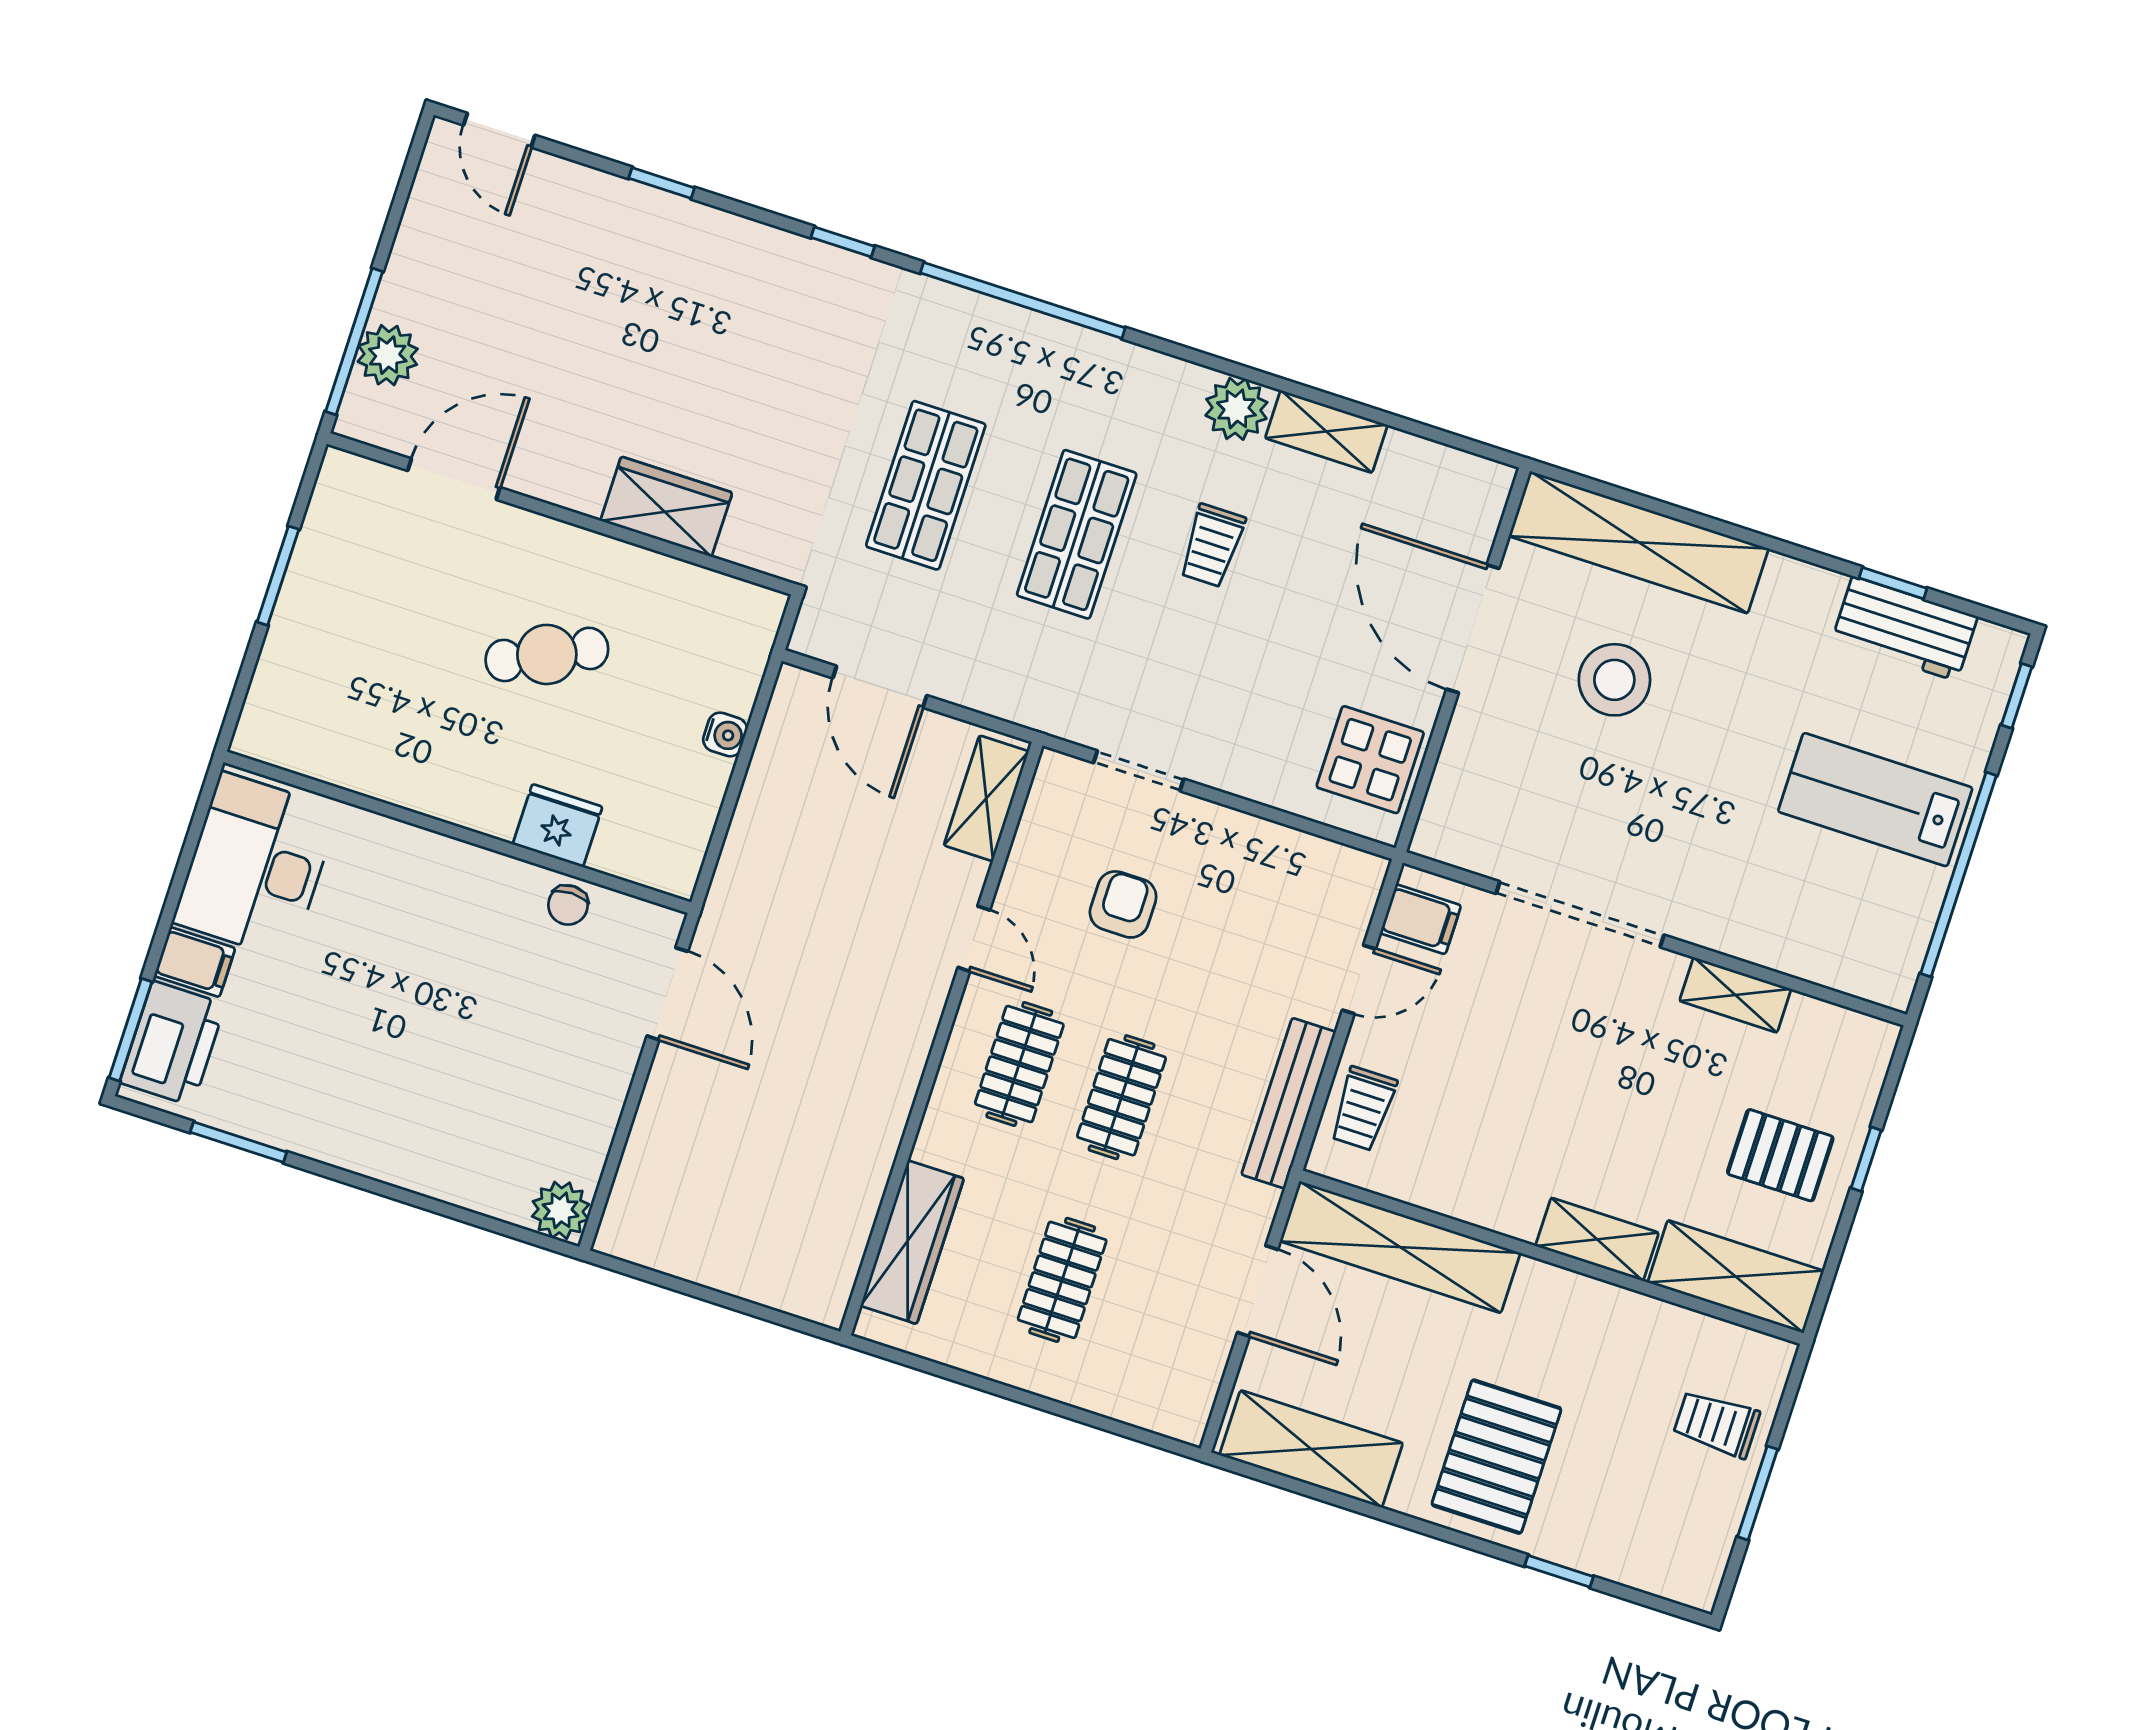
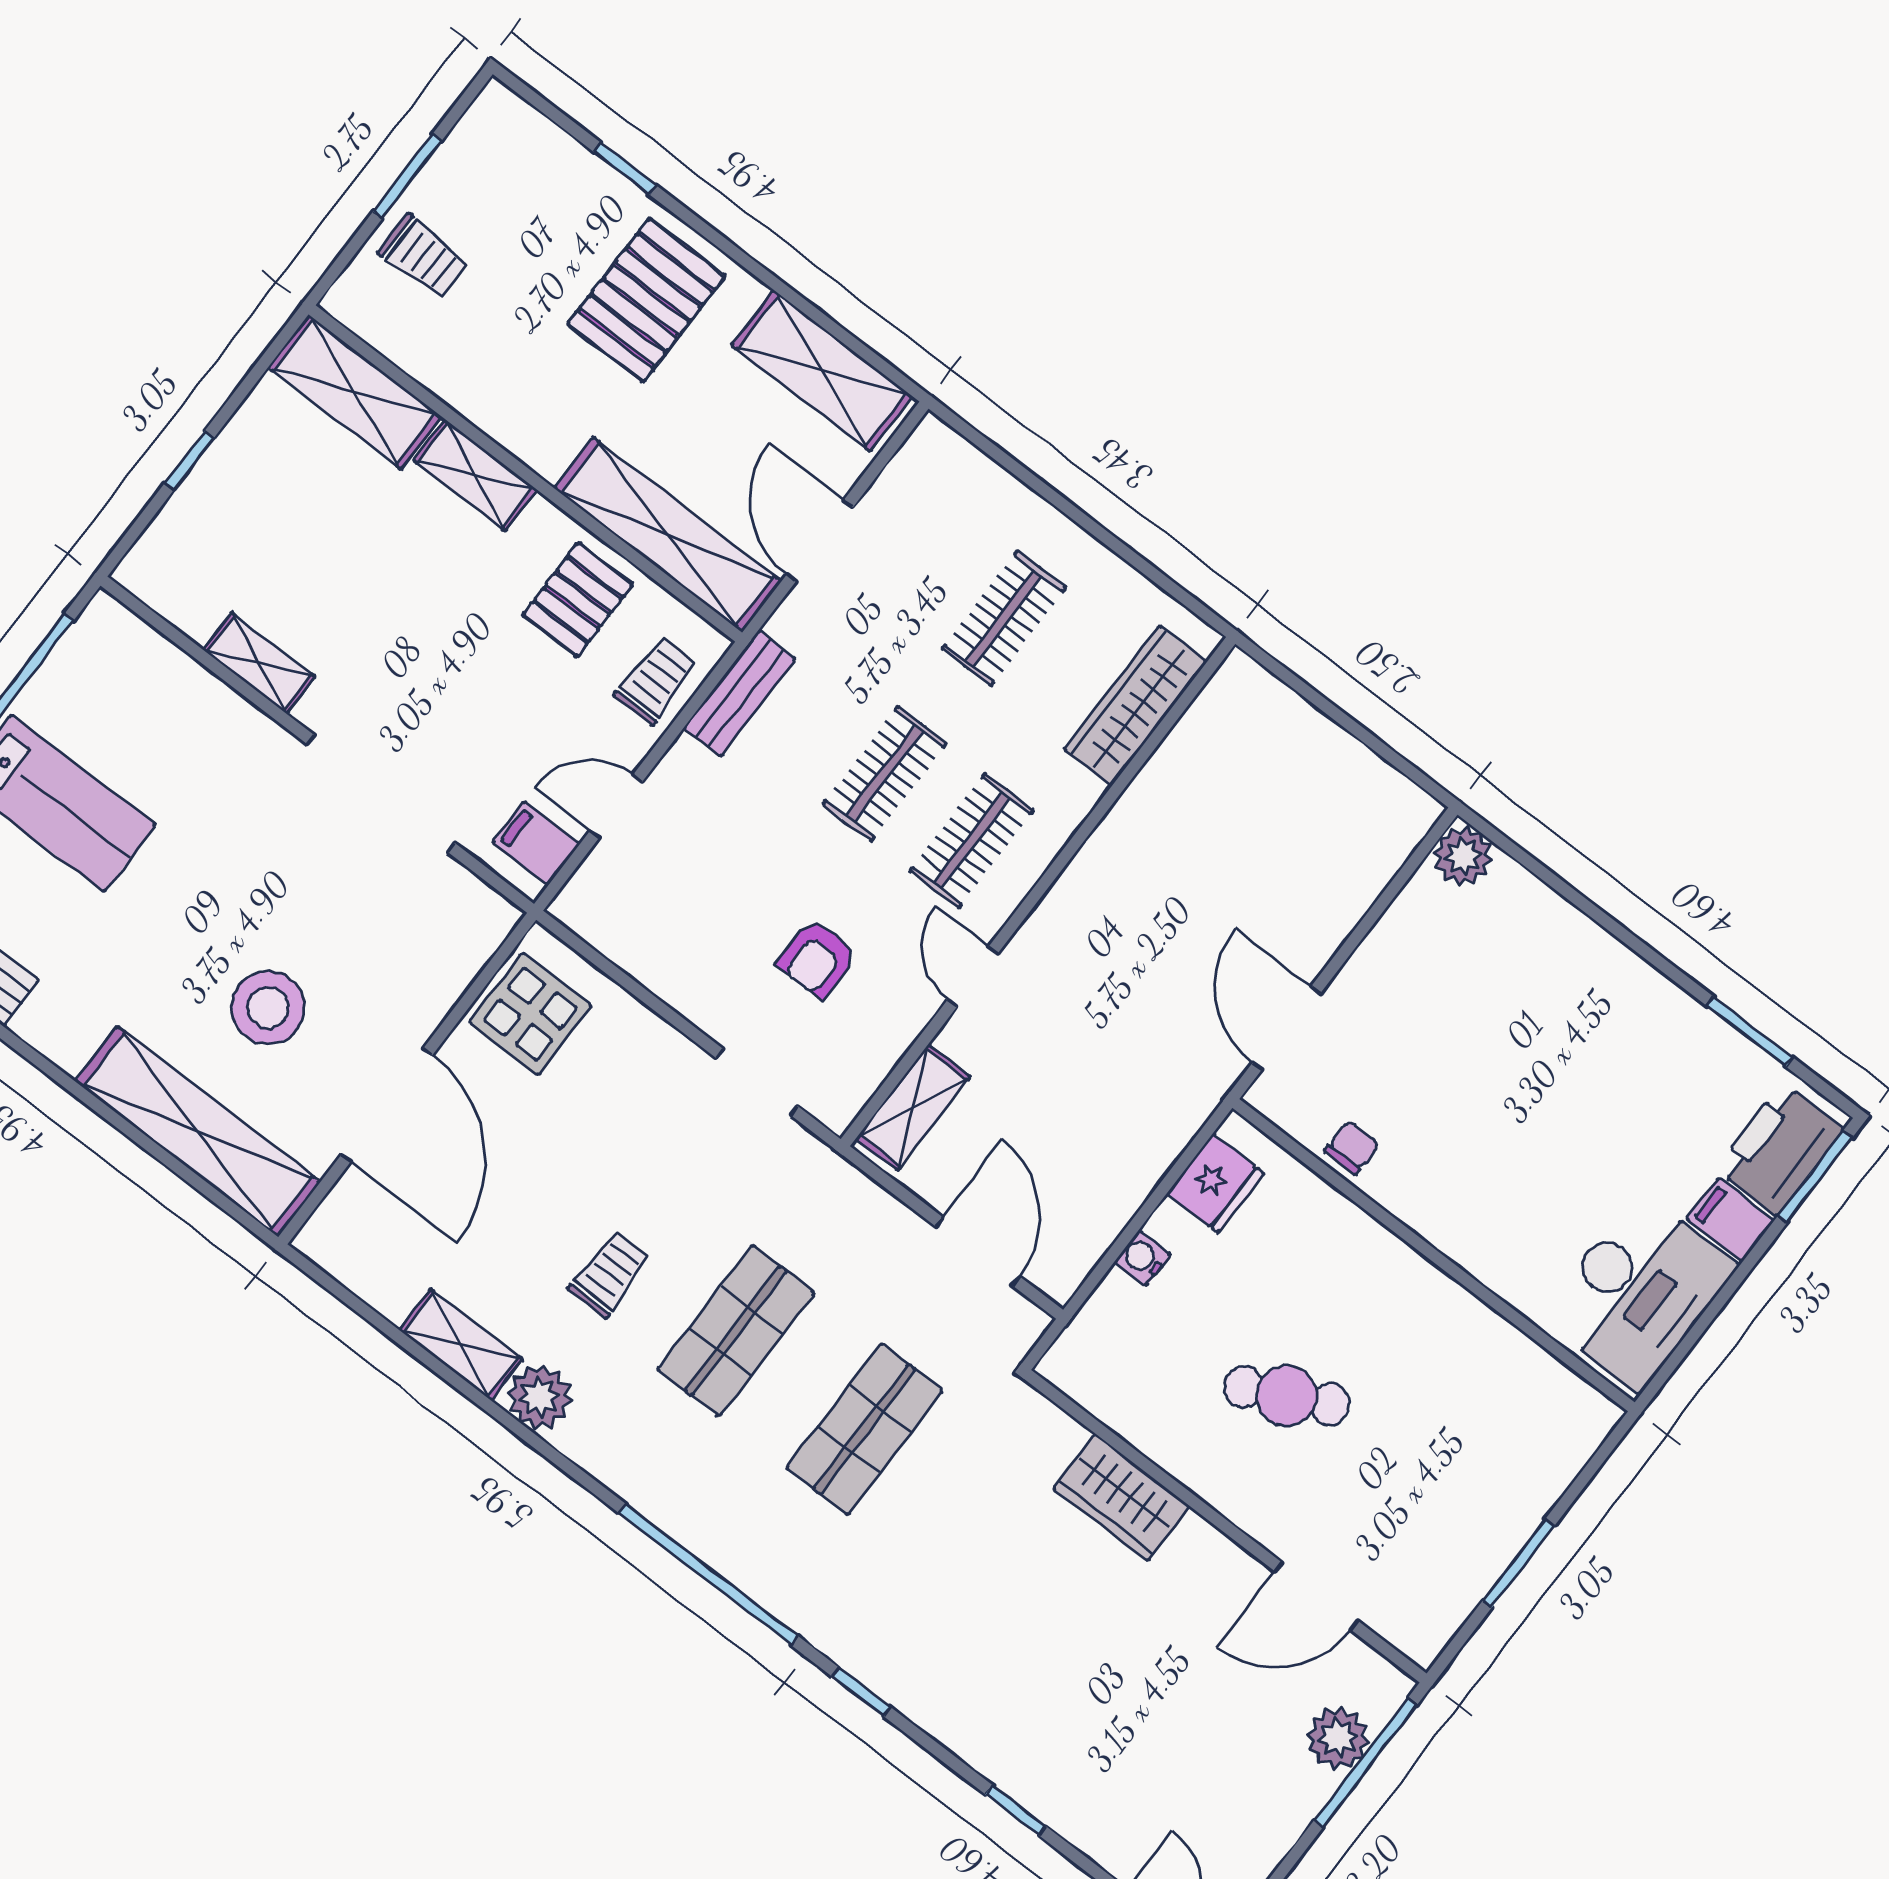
fridge: (558, 826) -> (1215, 1183), moved, turned -90
bench: (1289, 1103) -> (740, 693), width x0.73
pallet: (1780, 1155) -> (578, 600), moved, turned 90

